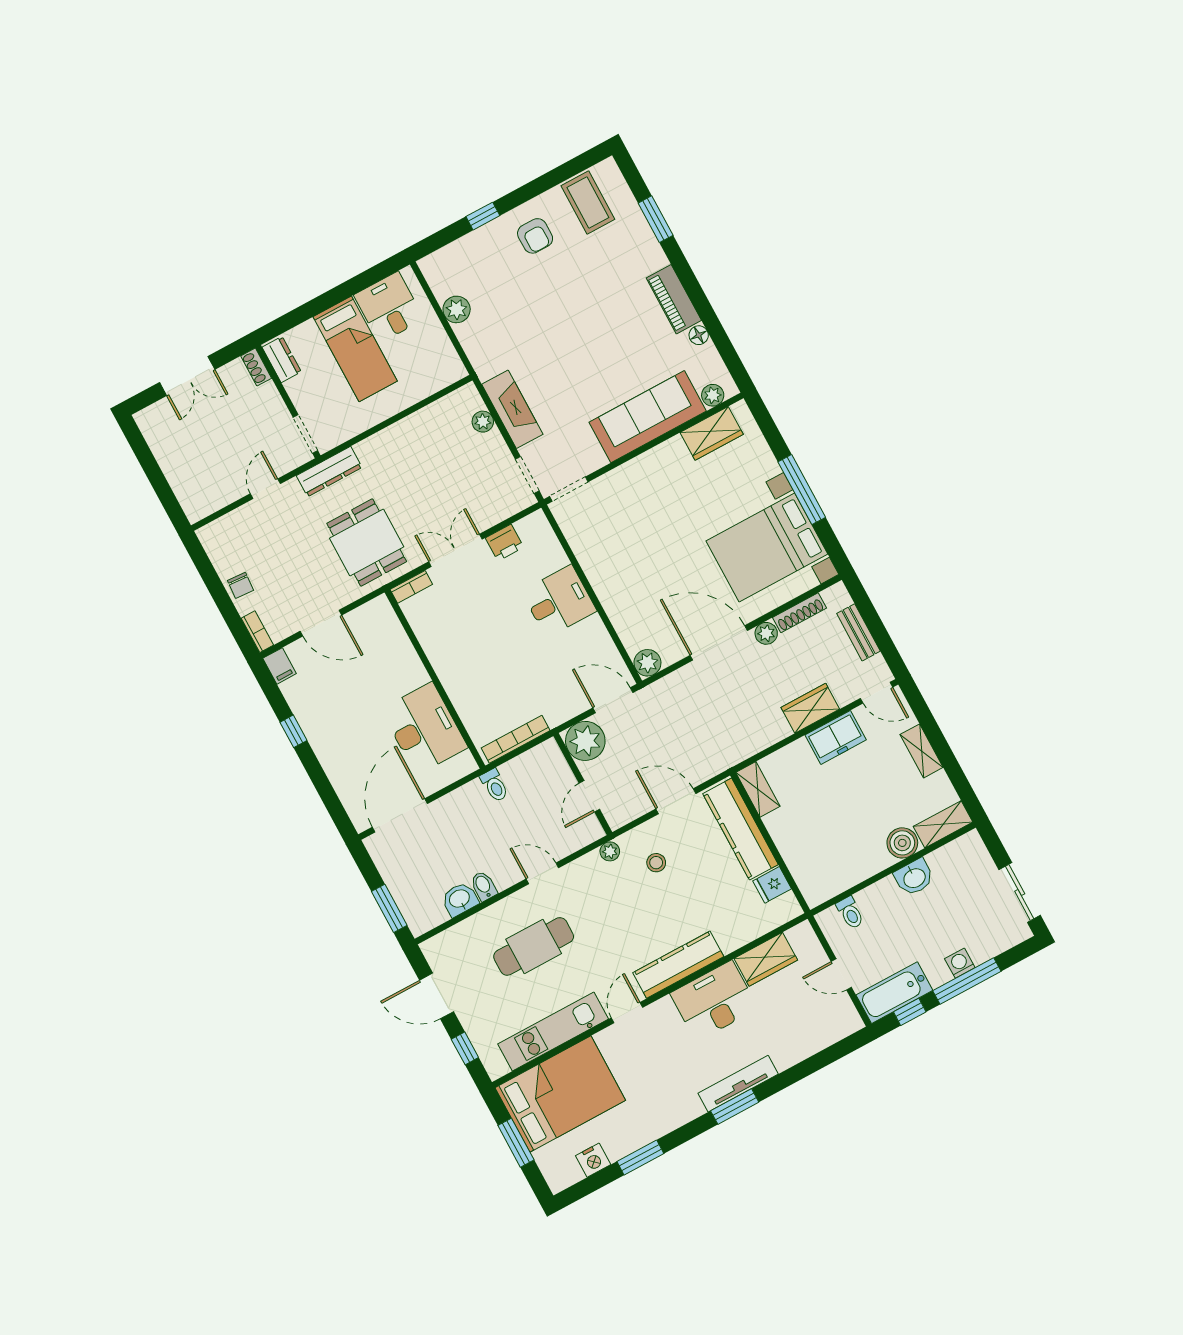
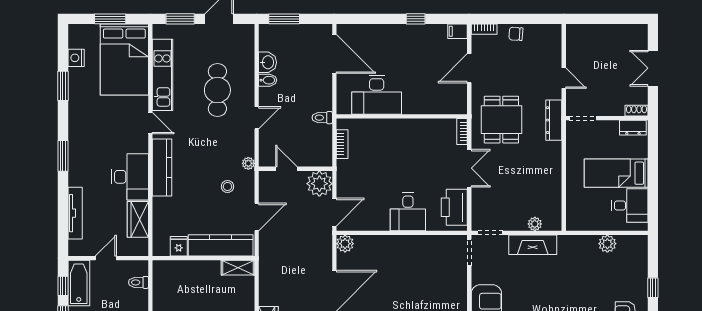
dining table: (367, 542) -> (501, 120), turned 90
printer: (505, 543) -> (454, 207), width x1.87, depth x1.48
bookcase: (516, 739) -> (342, 144), width x0.64
window: (465, 1048) -> (180, 19), width x1.50
tv unit: (738, 1084) -> (75, 213), moved

